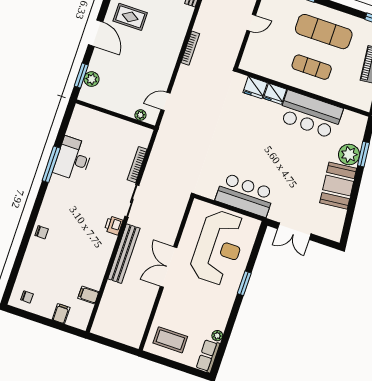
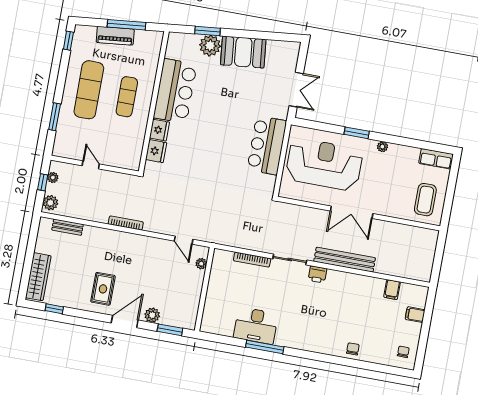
plant: (92, 79) -> (152, 315), moved
chair: (42, 232) -> (353, 349), moved
plant: (217, 336) -> (382, 147), moved

